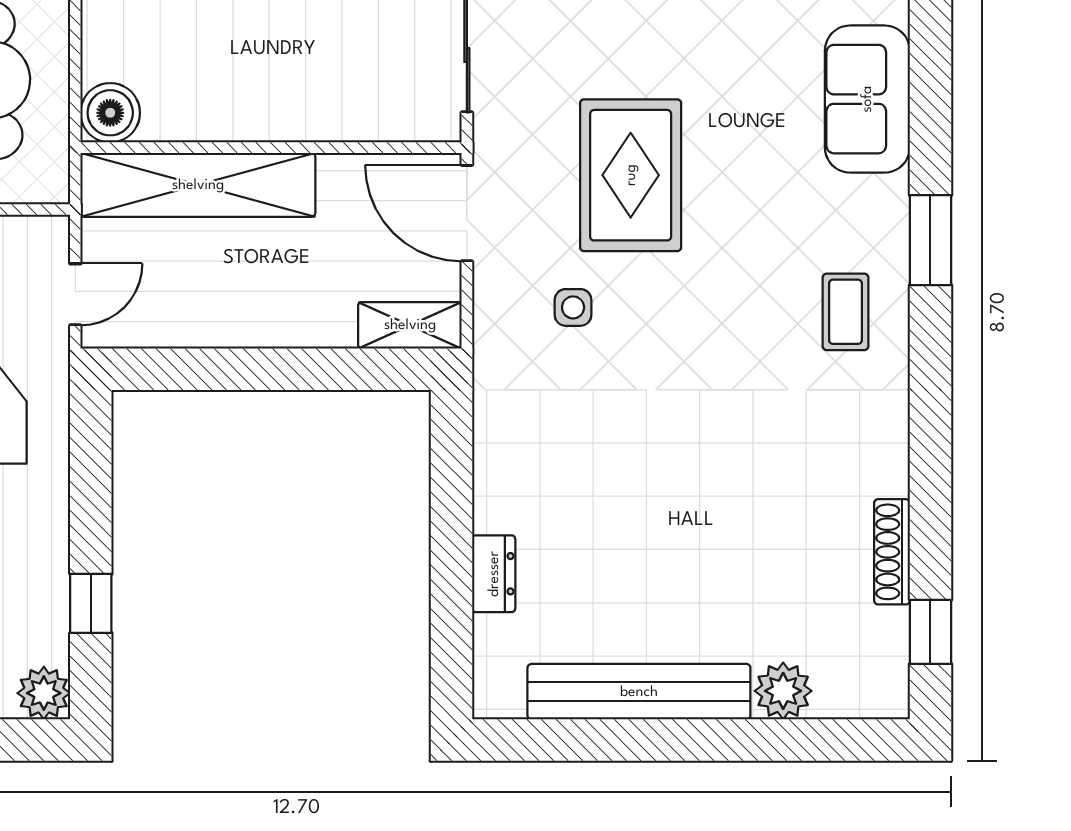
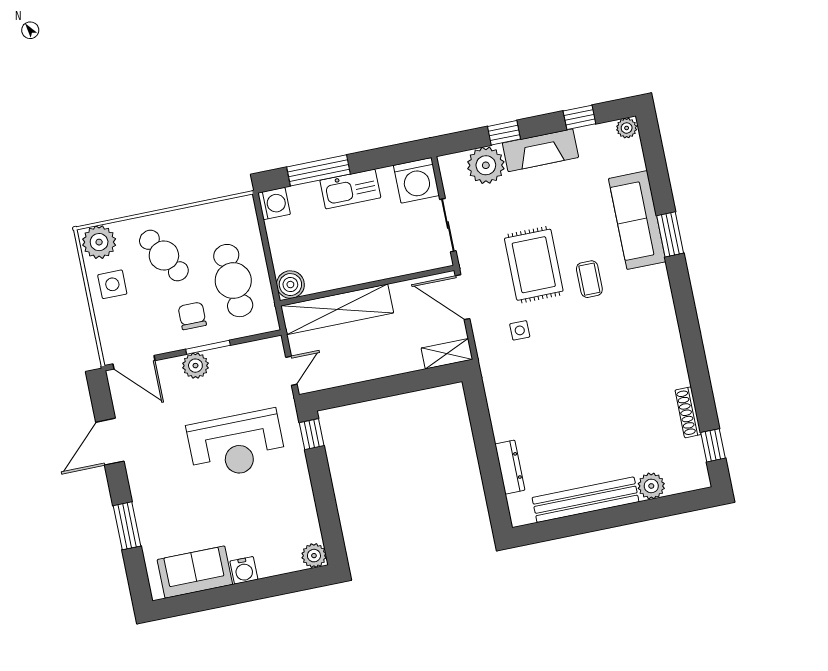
sofa: (867, 99) -> (637, 220), width x1.36
window: (930, 240) -> (670, 234), moved
coffee table: (845, 312) -> (589, 279), moved
dresser: (494, 574) -> (510, 467), width x1.44
window: (91, 603) -> (312, 434), moved

